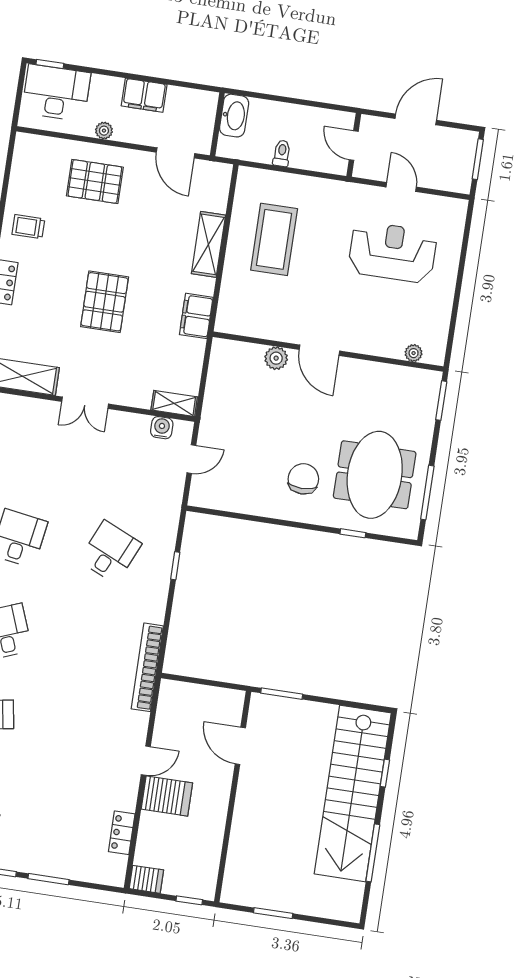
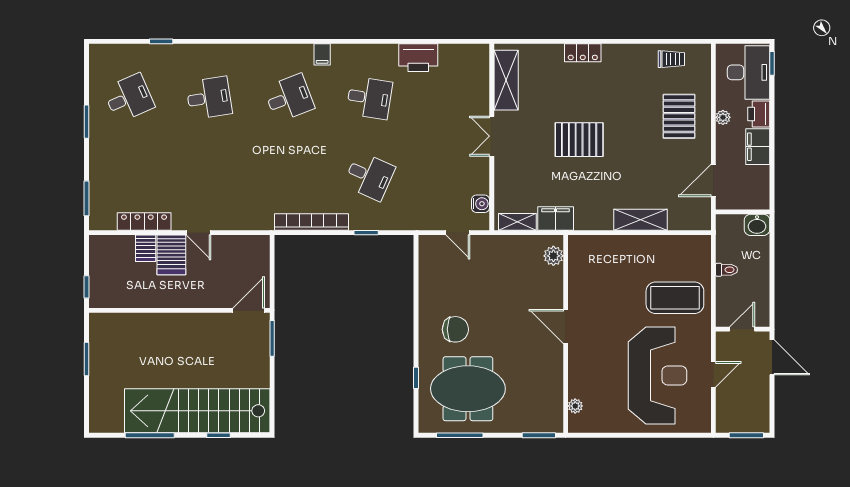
printer: (106, 88) -> (759, 114), added
washbasin: (234, 116) -> (757, 225), width x0.72
door: (416, 119) -> (772, 357), moved
trolley: (28, 227) -> (671, 59), moved, turned 90
coffee table: (274, 239) -> (675, 298), moved
reception desk: (393, 252) -> (657, 375), width x1.36, depth x1.30
filing cabinet: (196, 316) -> (556, 219), moved
door: (319, 350) -> (566, 326), hinge flipped
plant: (276, 358) -> (553, 256), moved
shelving: (174, 403) -> (517, 222), moved, turned 90
bookcase: (147, 667) -> (311, 222), moved
door: (240, 746) -> (249, 310), moved
locker: (122, 833) -> (144, 222), width x1.53
window: (48, 879) -> (87, 198), moved
server rack: (146, 879) -> (146, 248), moved

